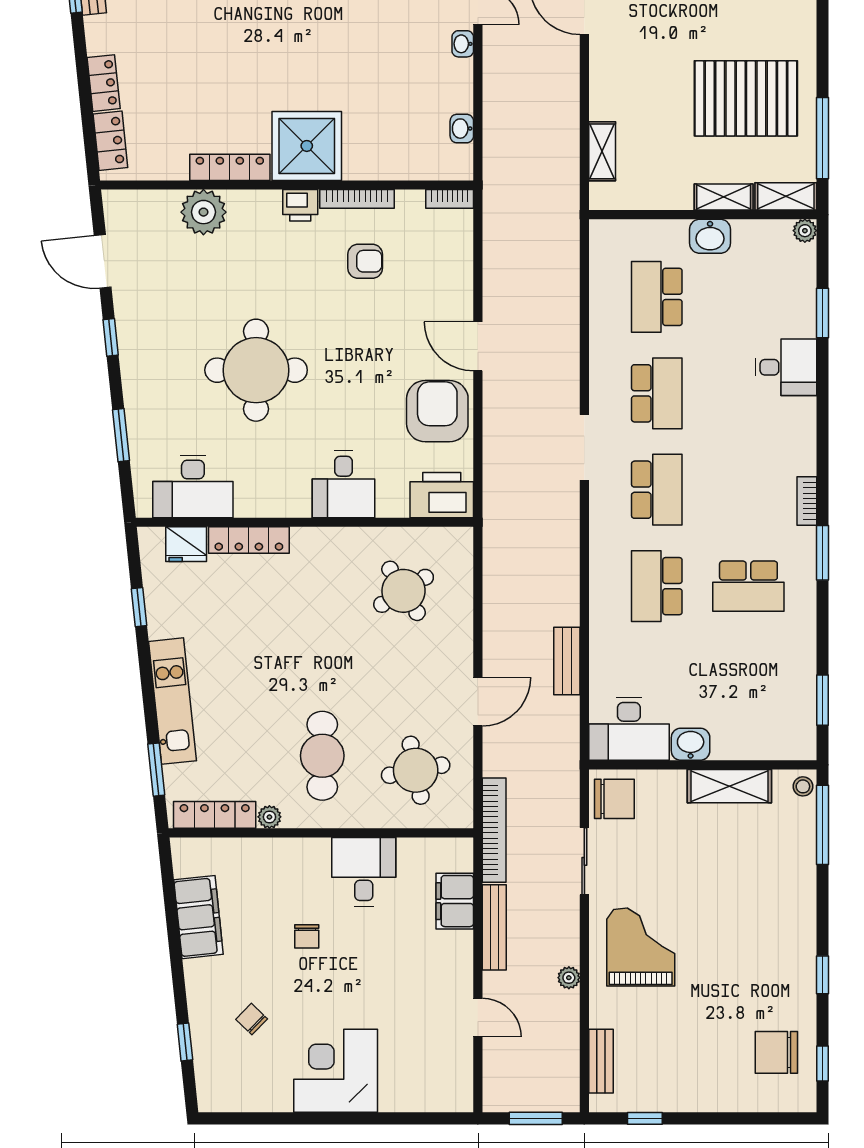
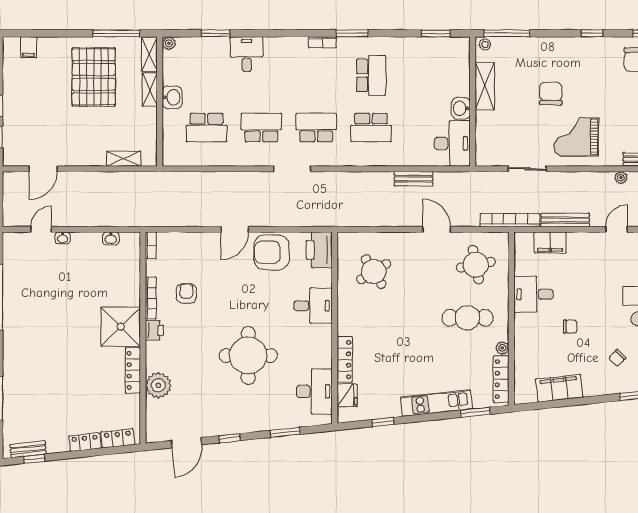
chair: (614, 799) -> (551, 94), moved
plant: (569, 978) -> (621, 178), moved

